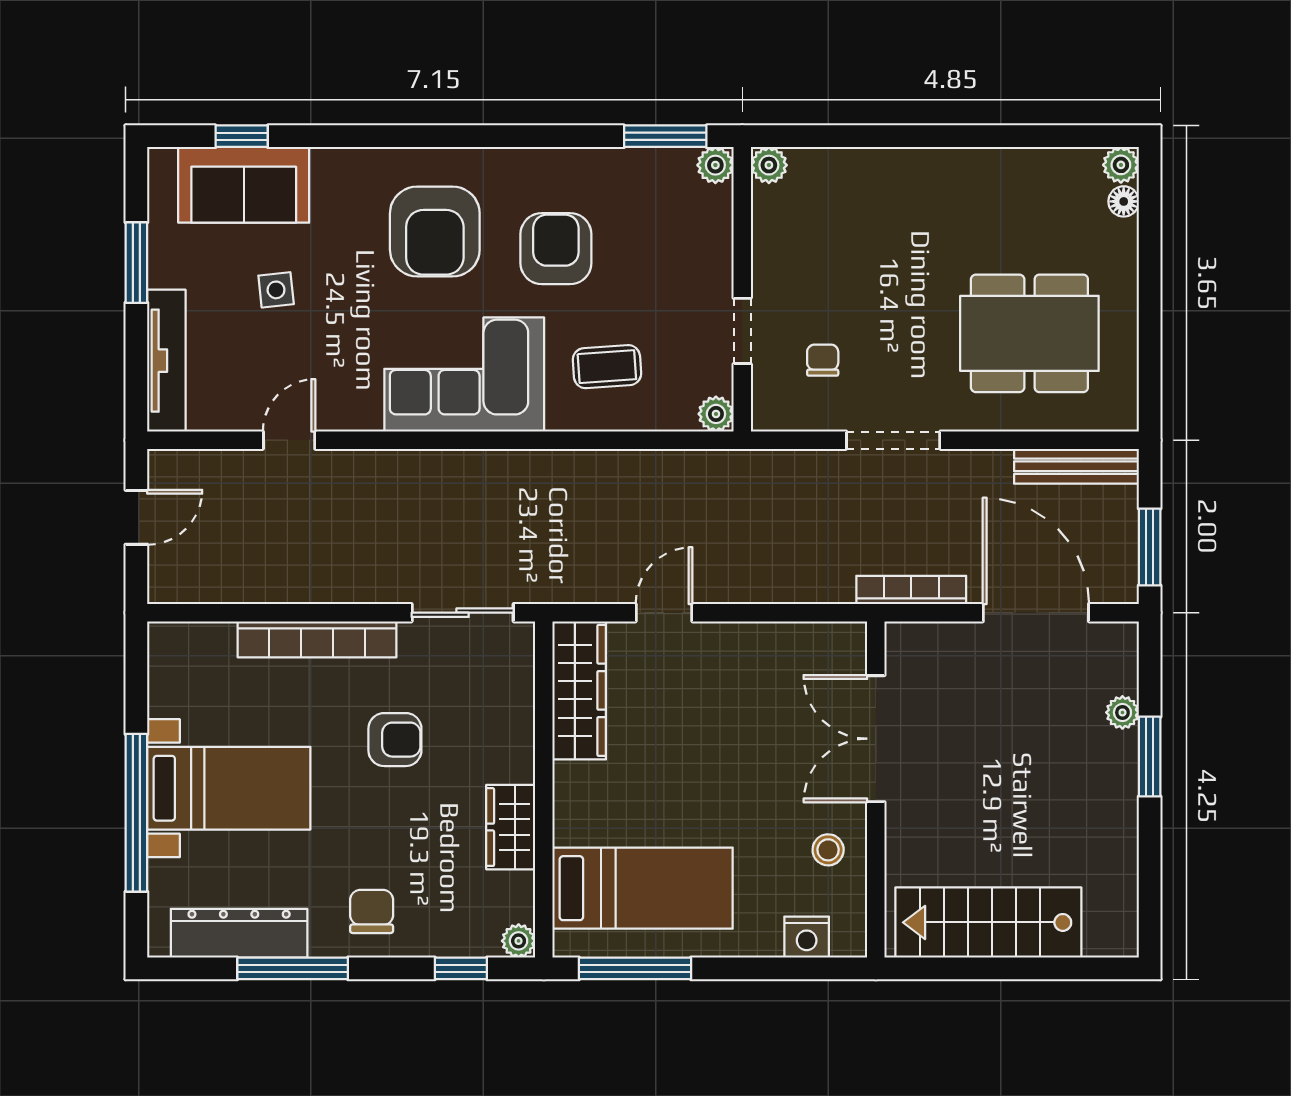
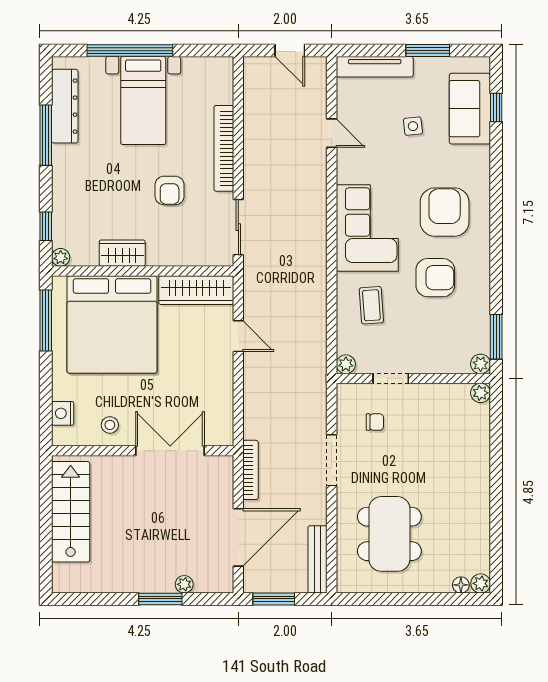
armchair: (435, 231) -> (445, 212), turned 90
bed: (643, 888) -> (112, 325), width x2.04
chair: (372, 911) -> (77, 178), removed

